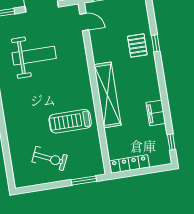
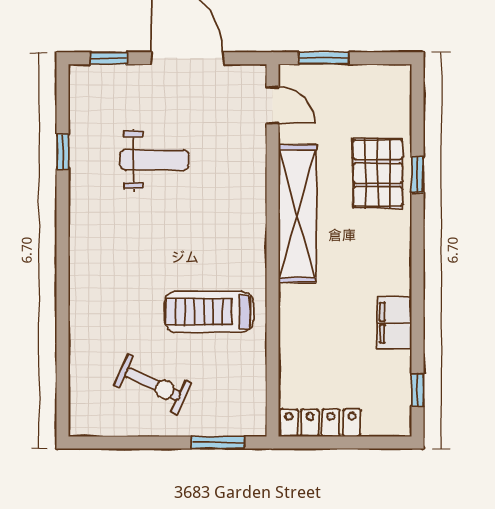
pallet: (137, 46) -> (378, 173), width x1.50, depth x1.42
weight bench: (34, 56) -> (154, 160), width x0.73, depth x0.75
shelving: (107, 95) -> (297, 214), moved

